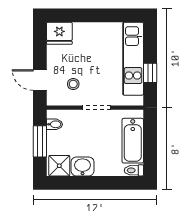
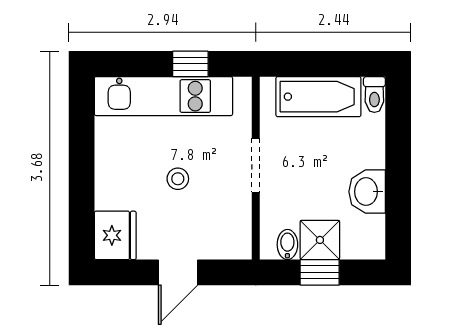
door: (40, 80) -> (178, 272), moved
stool: (73, 84) -> (178, 179), moved
window: (40, 141) -> (320, 272), width x0.67
shower: (59, 166) -> (320, 240), moved

